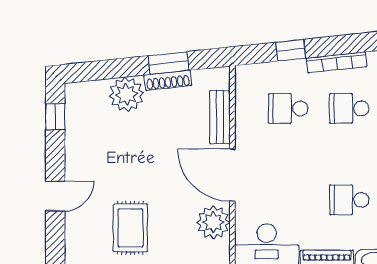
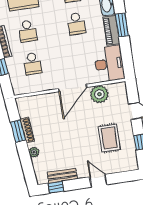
plant: (126, 94) -> (34, 152), width x0.53, depth x0.53
bench: (220, 117) -> (62, 176), moved
rug: (130, 228) -> (109, 138), turned 90

